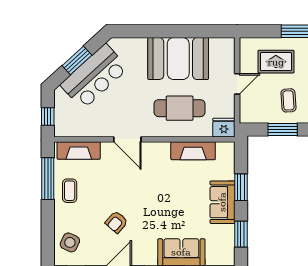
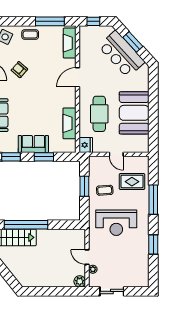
rug: (276, 62) -> (132, 182), turned 90
coffee table: (70, 191) -> (30, 34), moved

